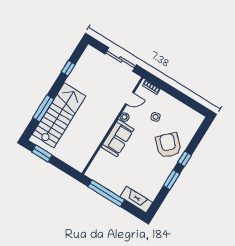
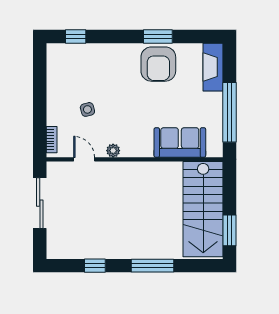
window: (43, 108) -> (153, 266), moved
stairs: (59, 115) -> (203, 209), moved, turned -90
sofa: (118, 138) -> (180, 142), moved
armchair: (168, 145) -> (158, 64), moved, turned -45
window: (184, 159) -> (76, 37), moved

